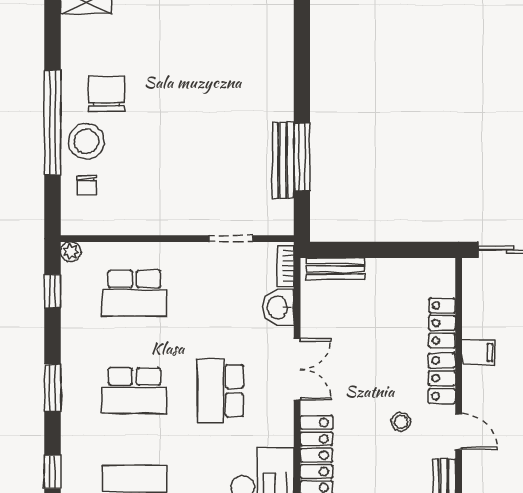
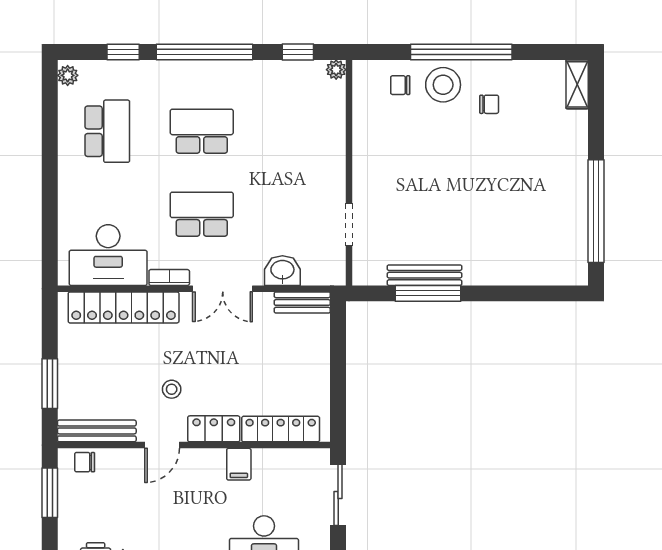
chair: (106, 94) -> (489, 104), width x0.54, depth x0.54
bookcase: (285, 266) -> (169, 277), moved
bench: (336, 269) -> (302, 302), moved, turned 90
school desk: (134, 293) -> (296, 131), removed
locker: (442, 323) -> (281, 429), width x1.53
window: (53, 388) -> (204, 52), width x2.11
school desk: (134, 391) -> (202, 131), turned 90

